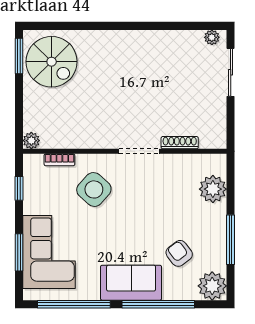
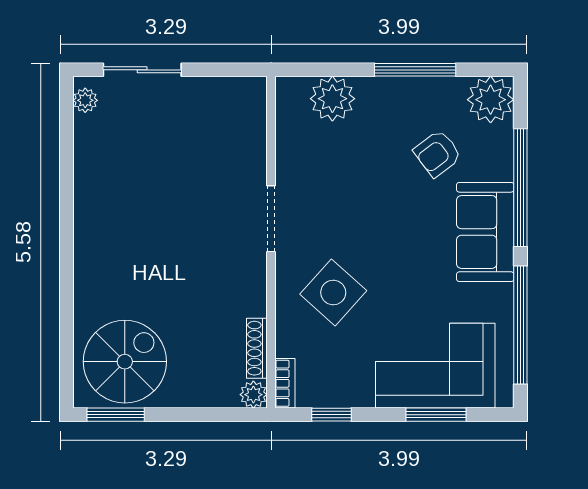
shoe rack: (180, 143) -> (257, 348), moved
bookcase: (59, 160) -> (285, 383), moved

